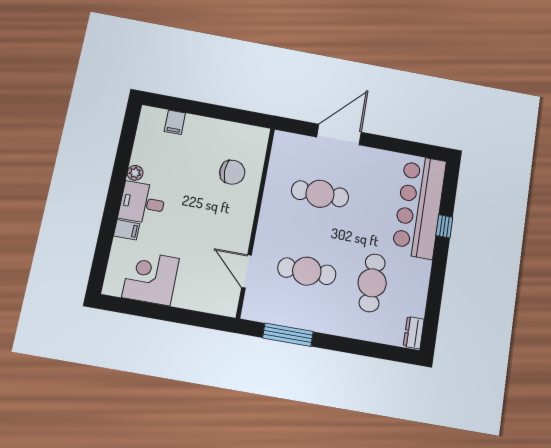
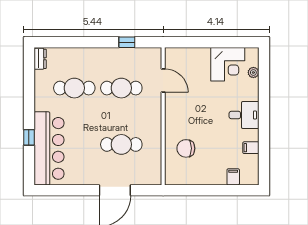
plant: (135, 173) -> (253, 72), moved
filing cabinet: (127, 230) -> (251, 148), moved
cafe table: (372, 283) -> (74, 88), turned 90
window: (288, 335) -> (127, 42), width x0.46

